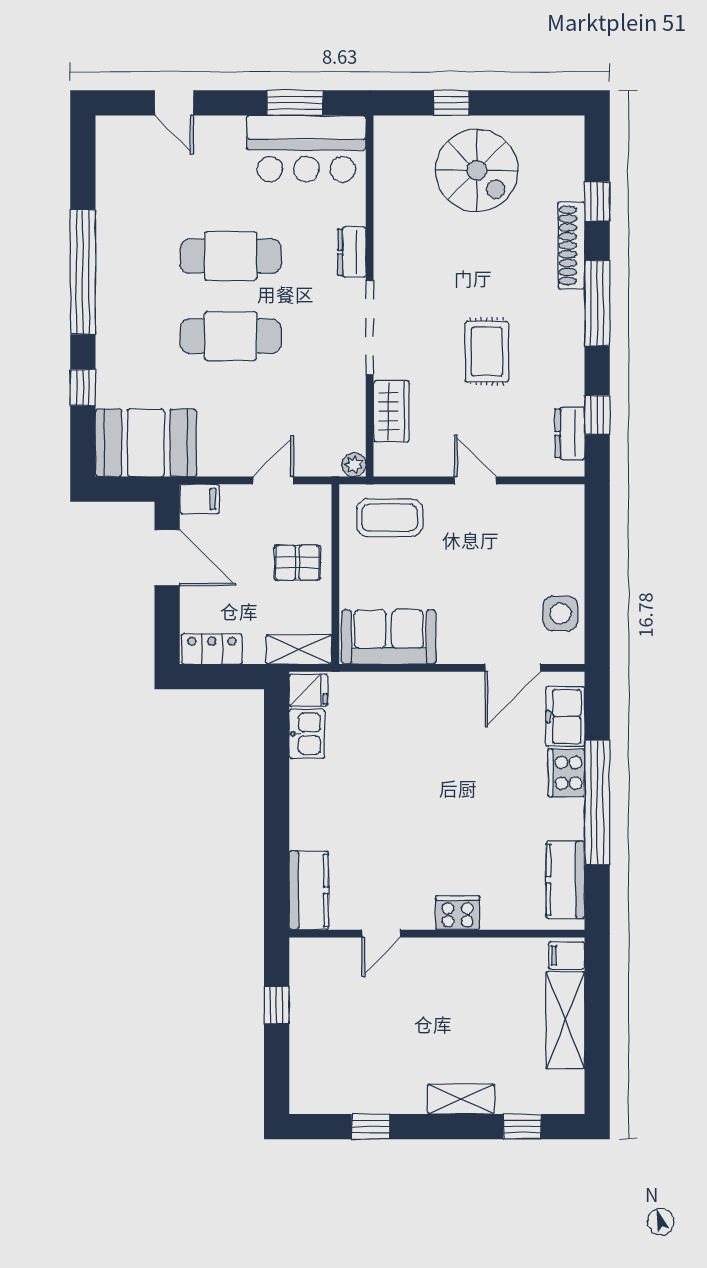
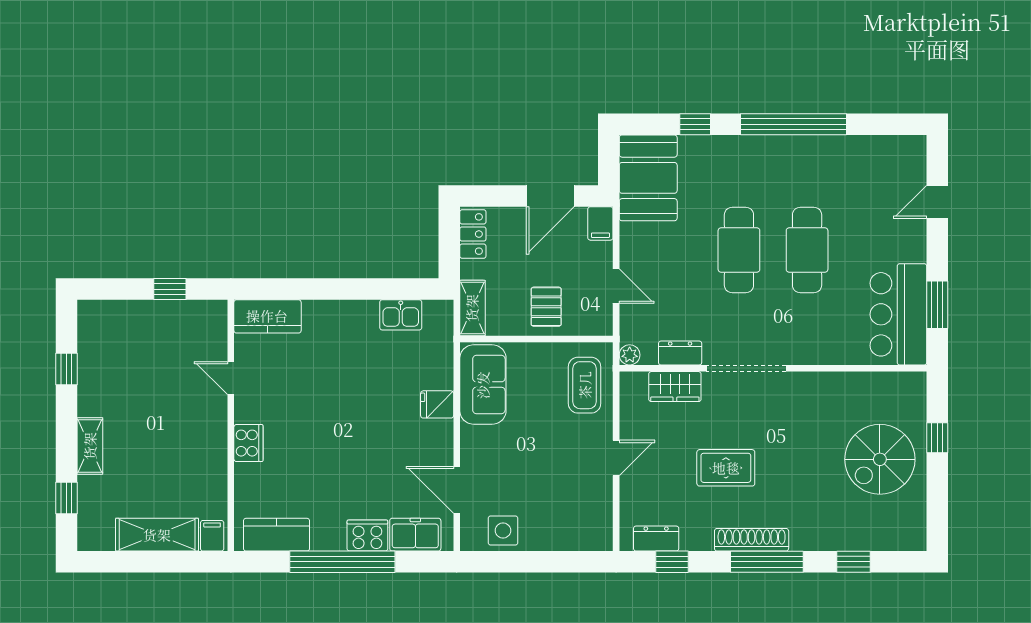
shoe rack: (571, 245) -> (752, 540), moved
dresser: (352, 252) -> (680, 353), moved
fridge: (308, 690) -> (437, 404), moved, turned 90

